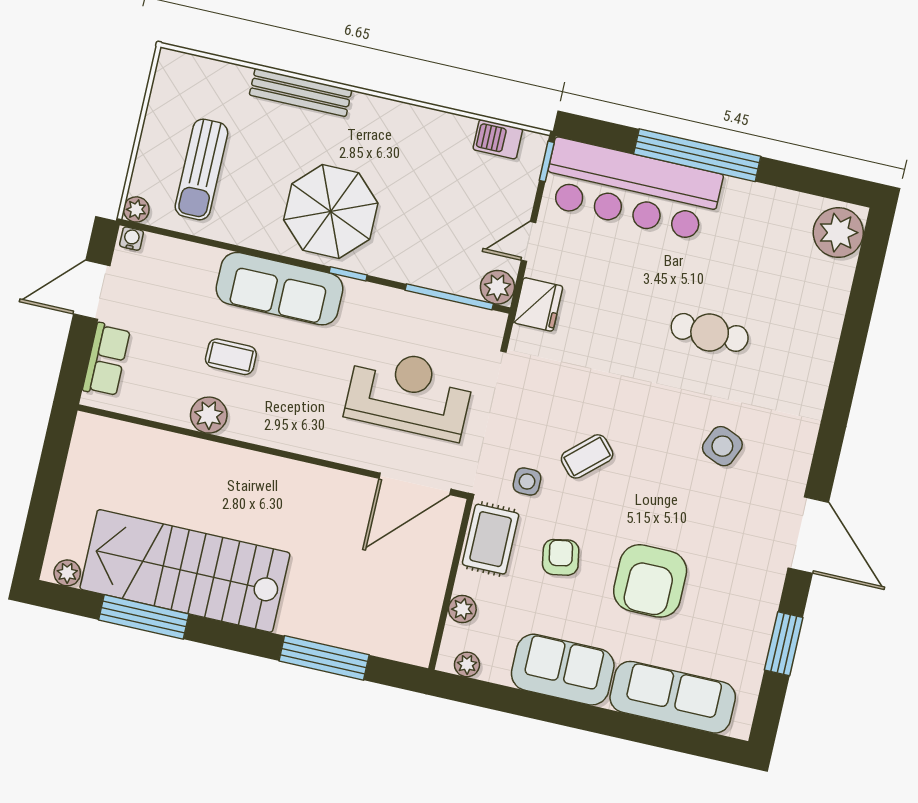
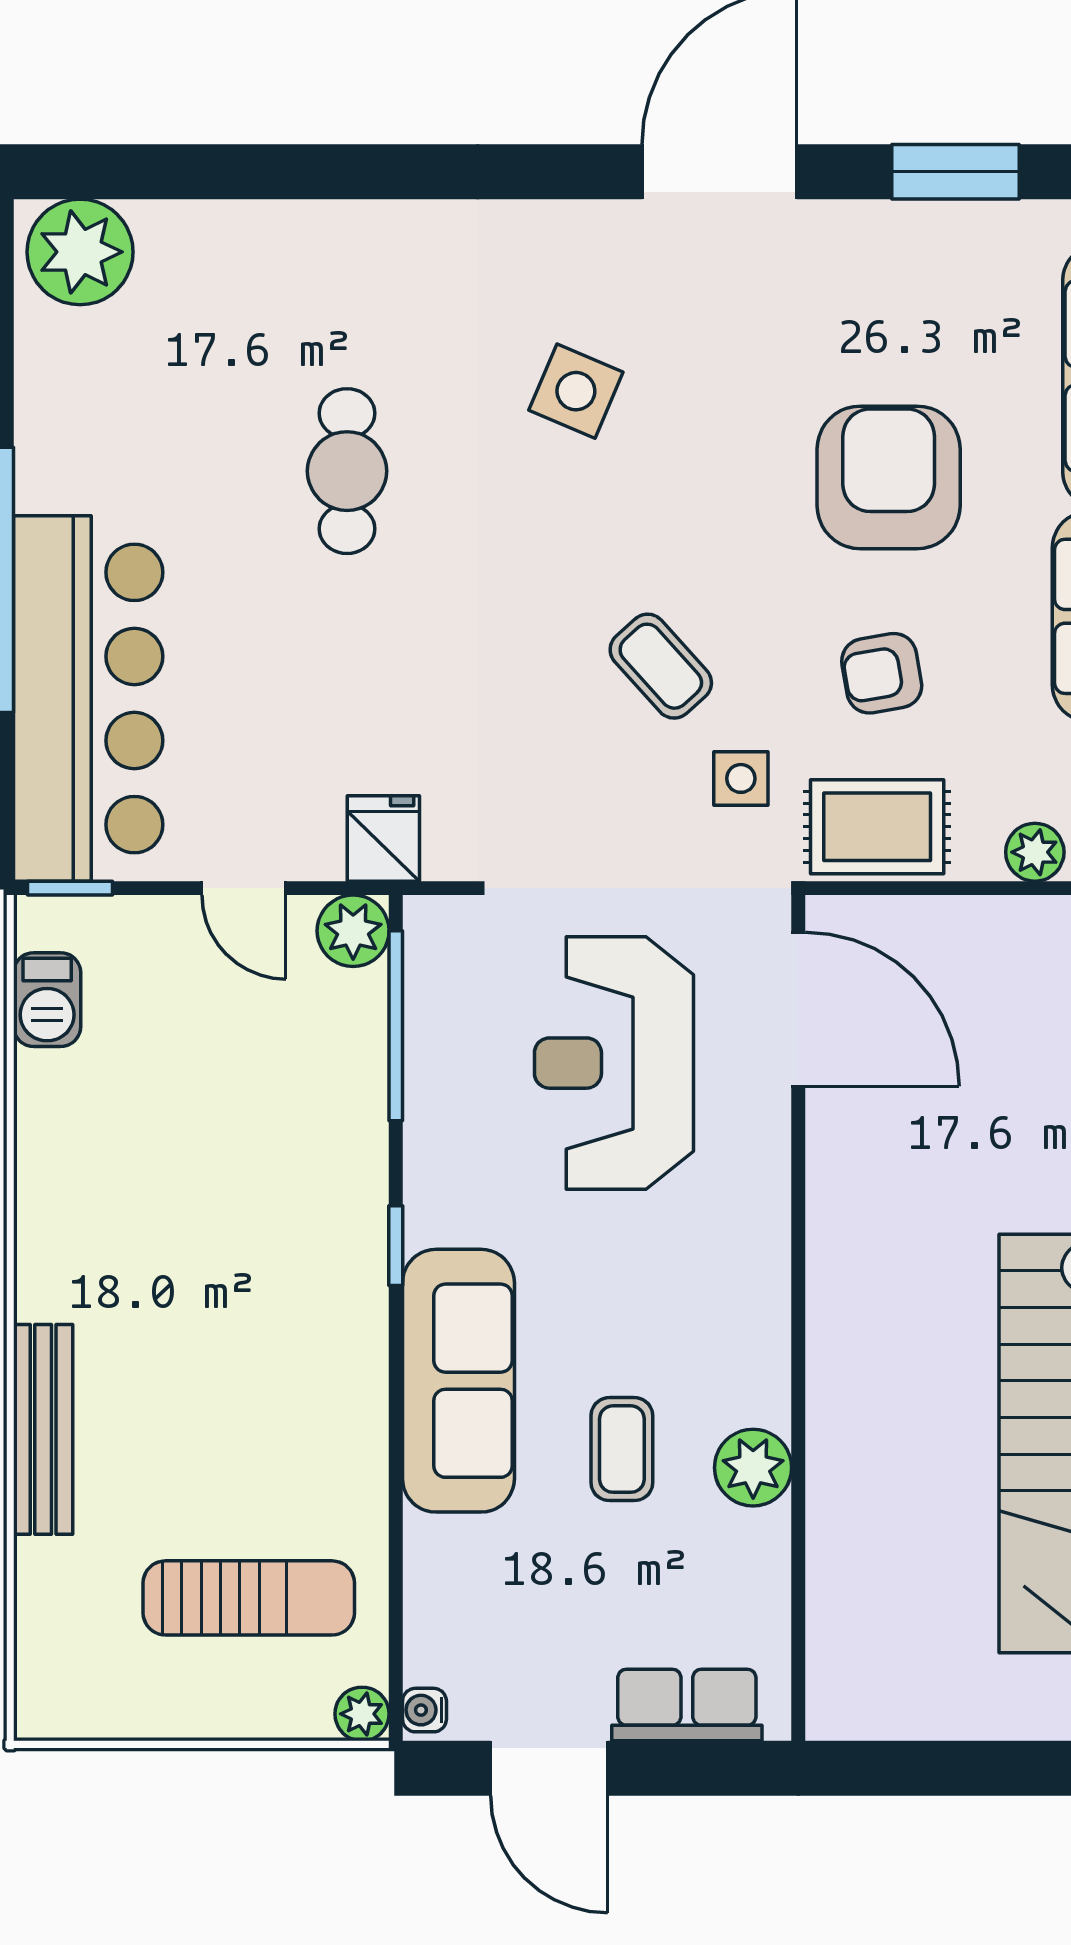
parasol: (331, 212) -> (275, 1311), removed
fridge: (538, 304) -> (383, 838), width x0.72
armchair: (650, 581) -> (889, 477), turned -90

